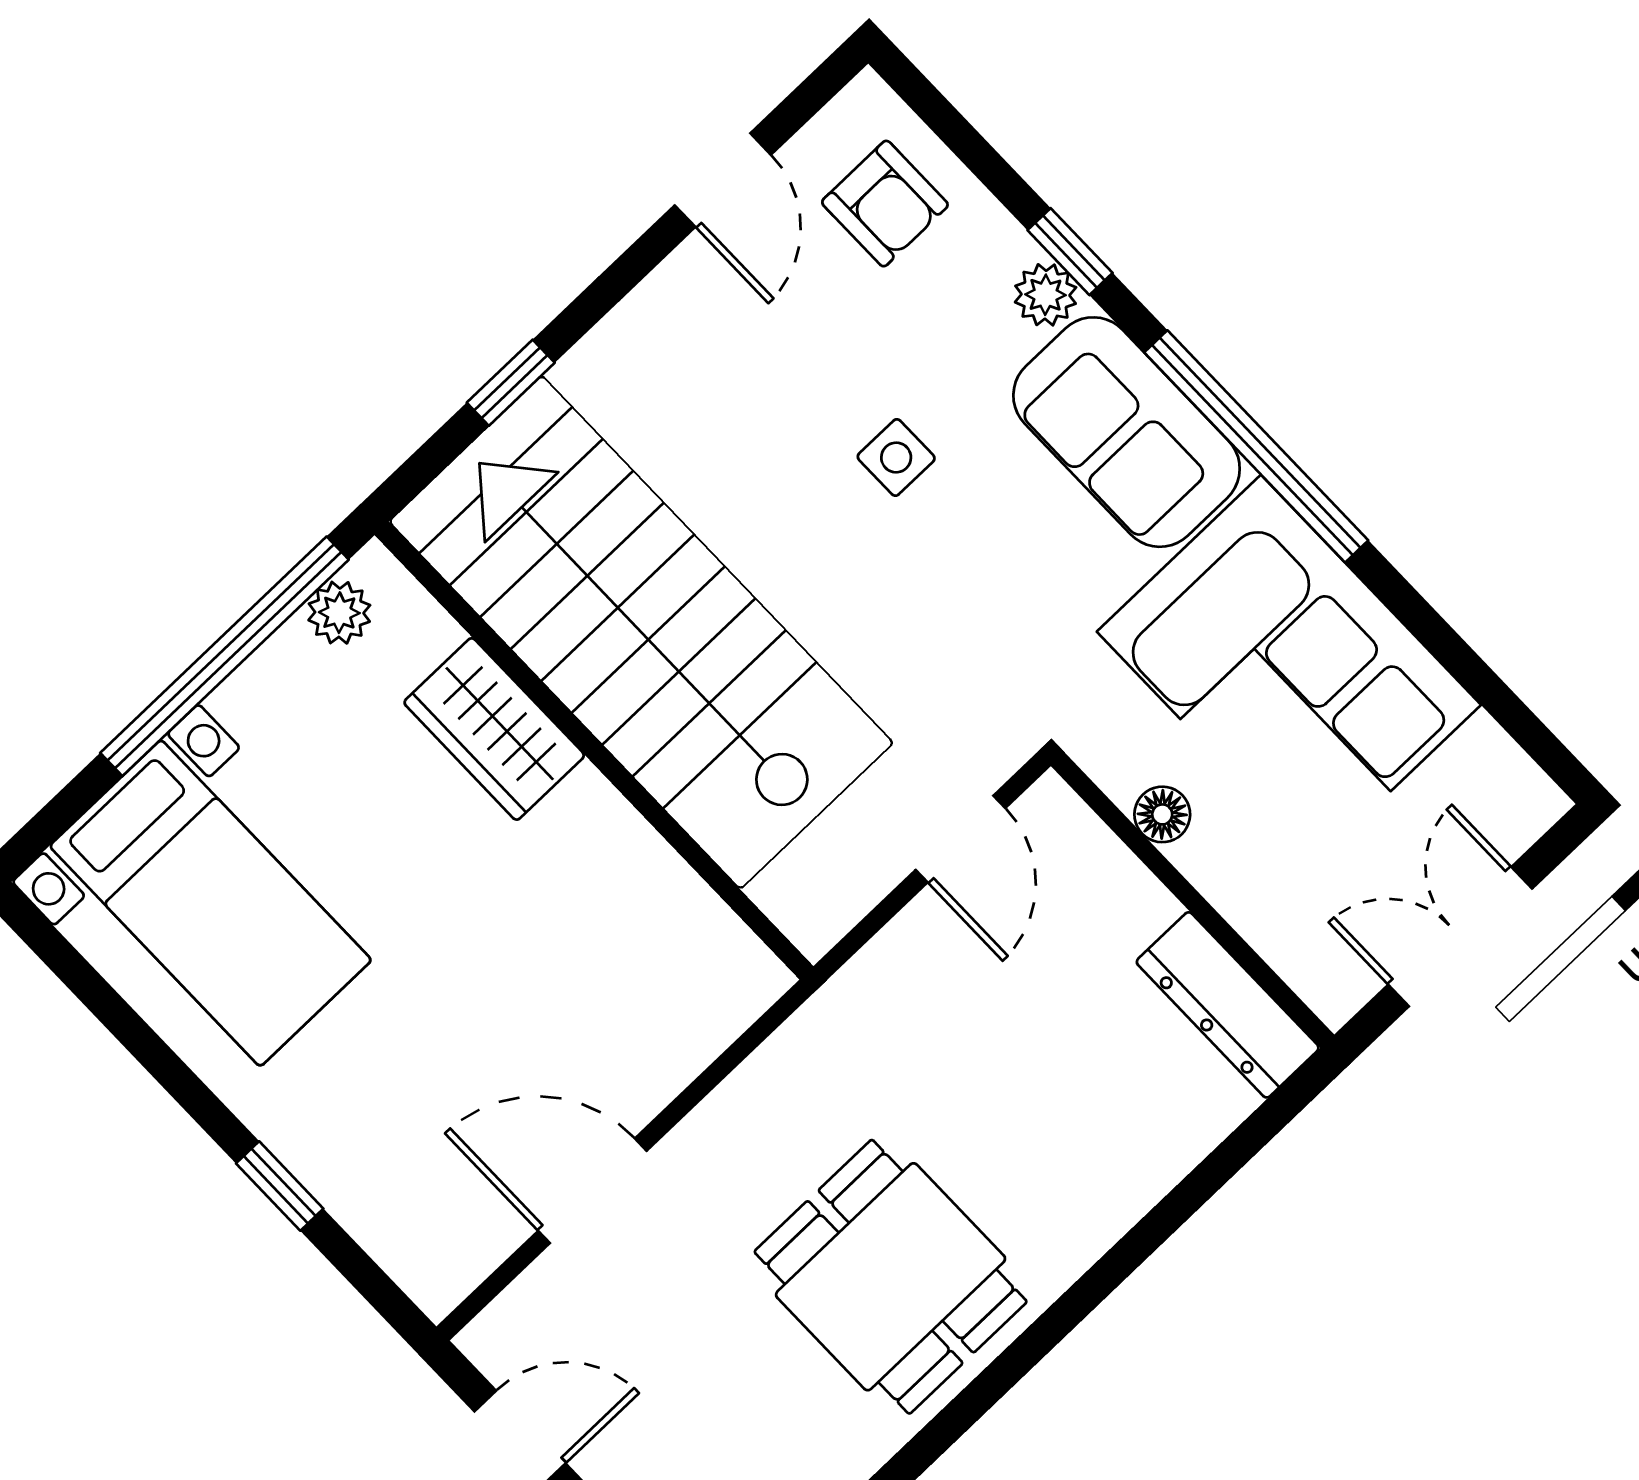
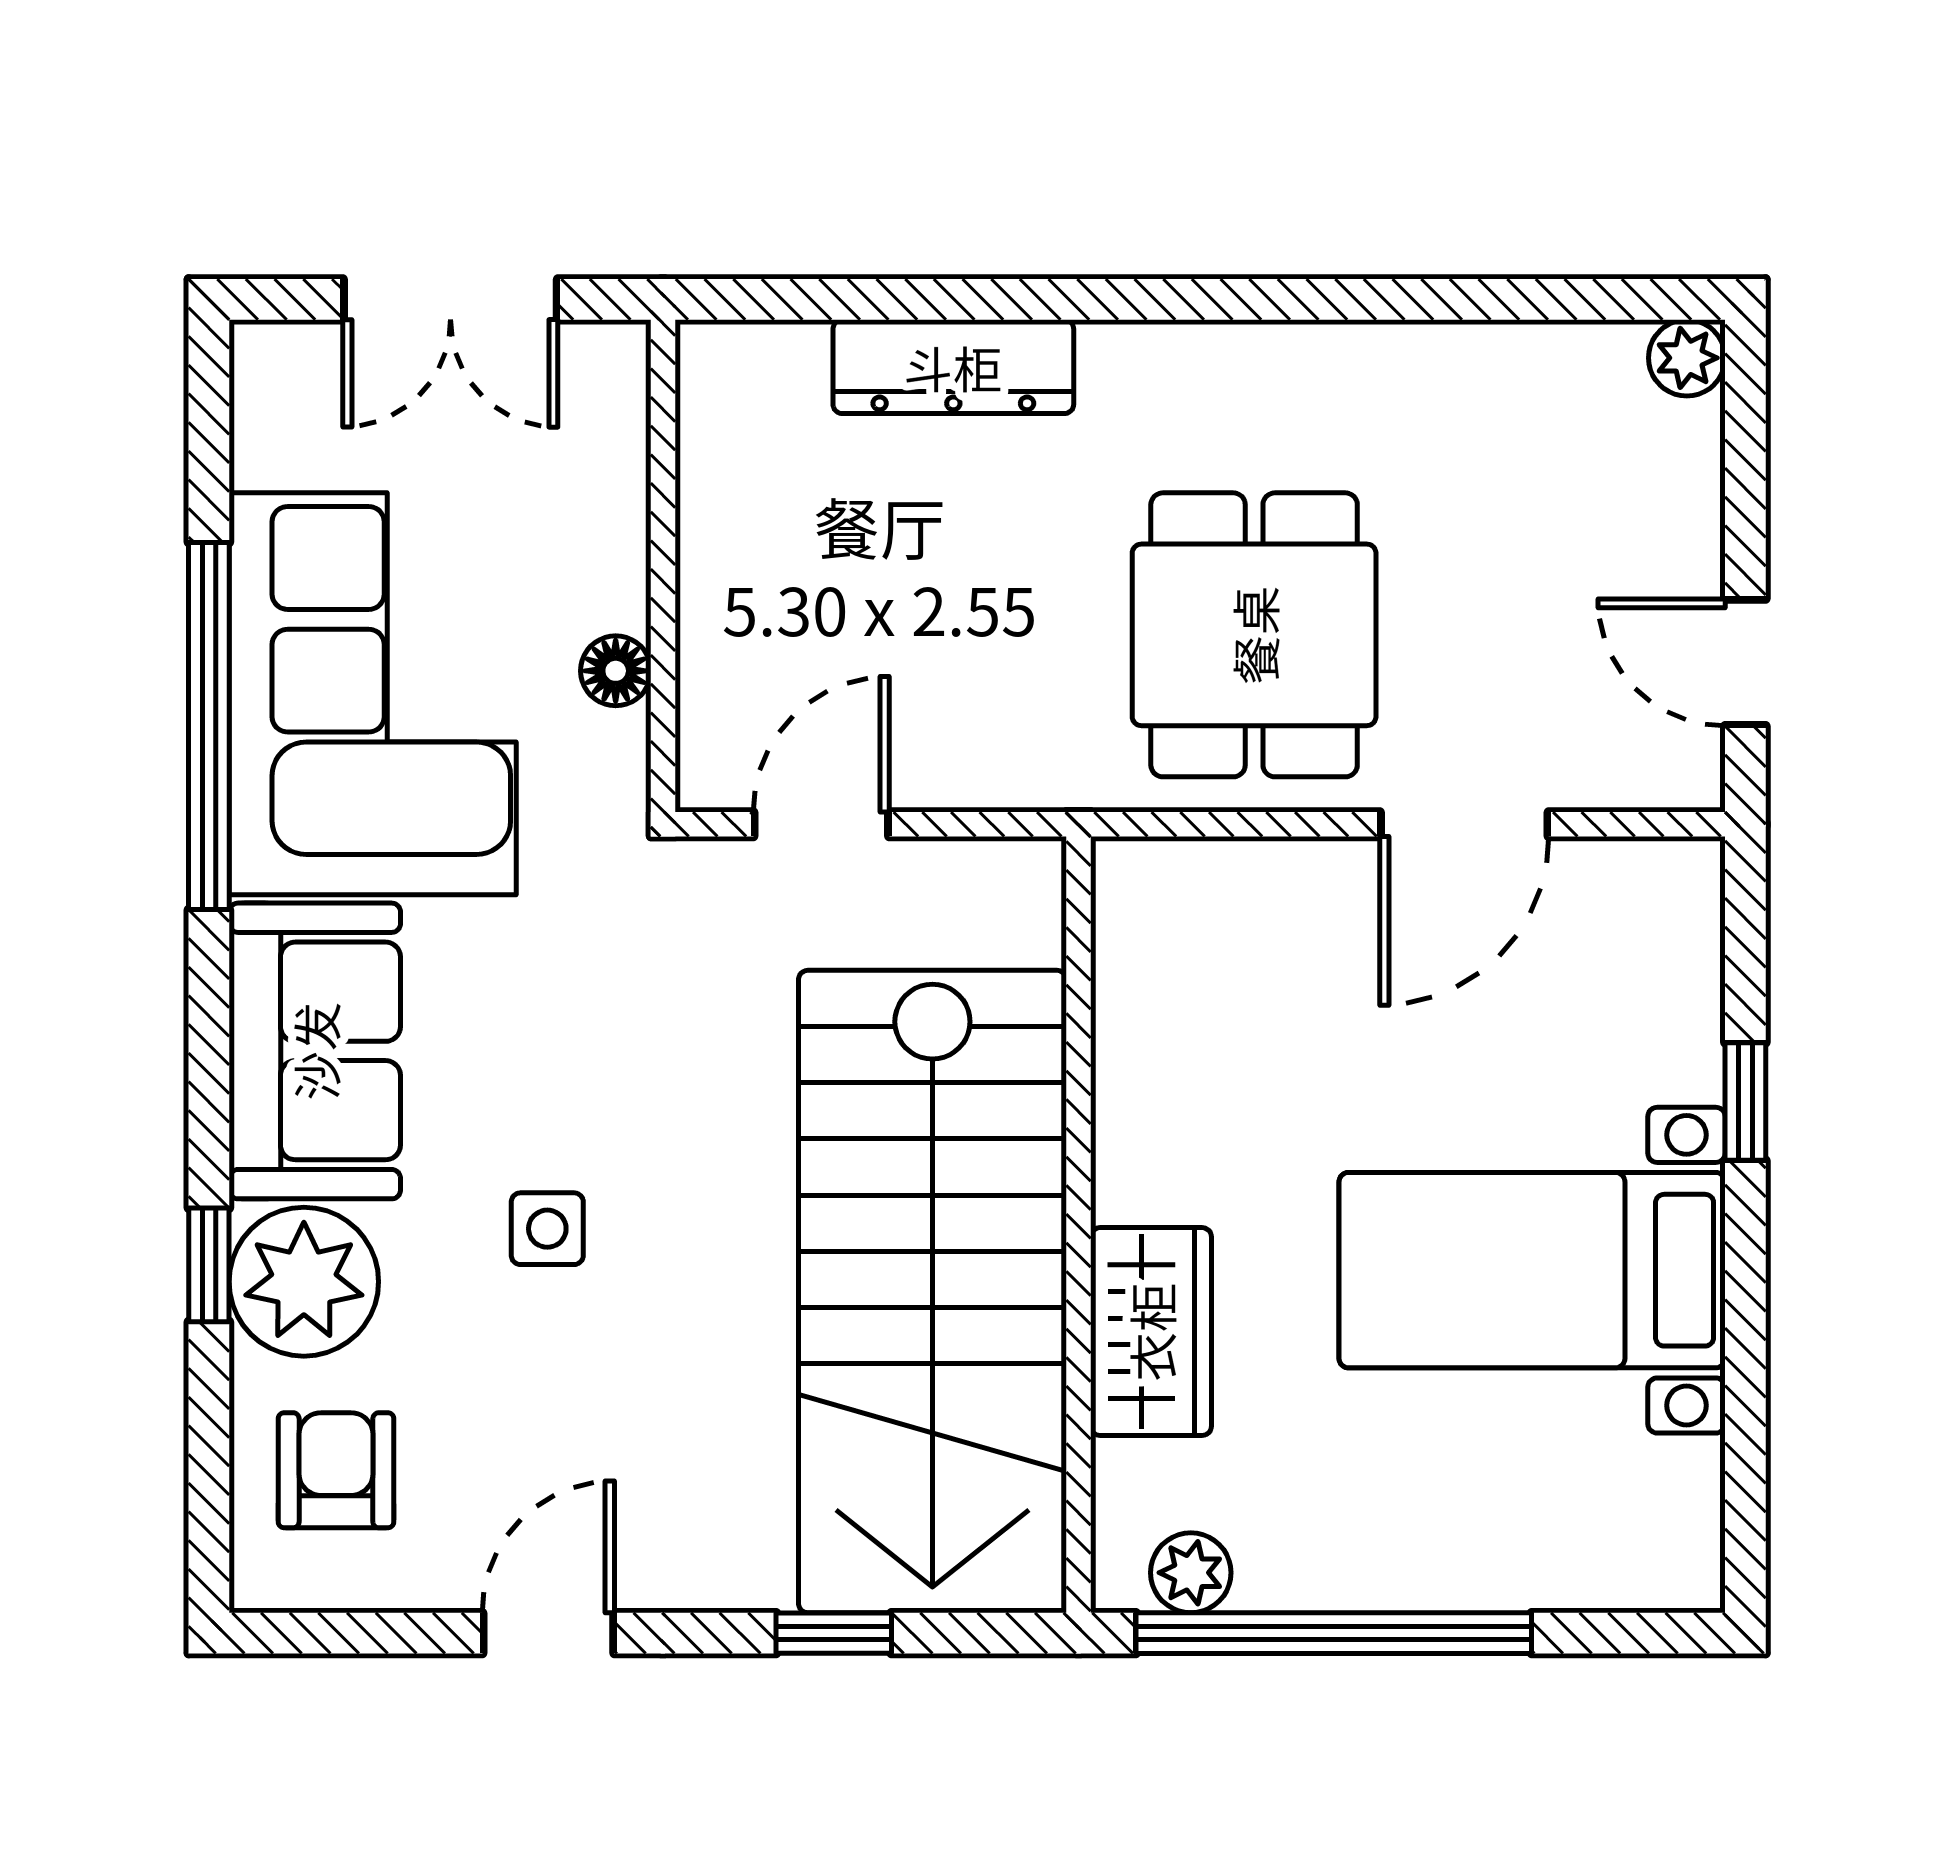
door: (723, 180) -> (548, 1633), moved
plant: (1046, 295) -> (304, 1282), width x1.87, depth x1.87
window: (1256, 446) -> (209, 726), moved
bed with nightstands: (211, 903) -> (1532, 1270), moved, turned -90
dresser: (1228, 1005) -> (953, 367), moved, turned 90
door: (592, 1191) -> (1464, 824), hinge flipped
dining table: (891, 1277) -> (1254, 635), moved

